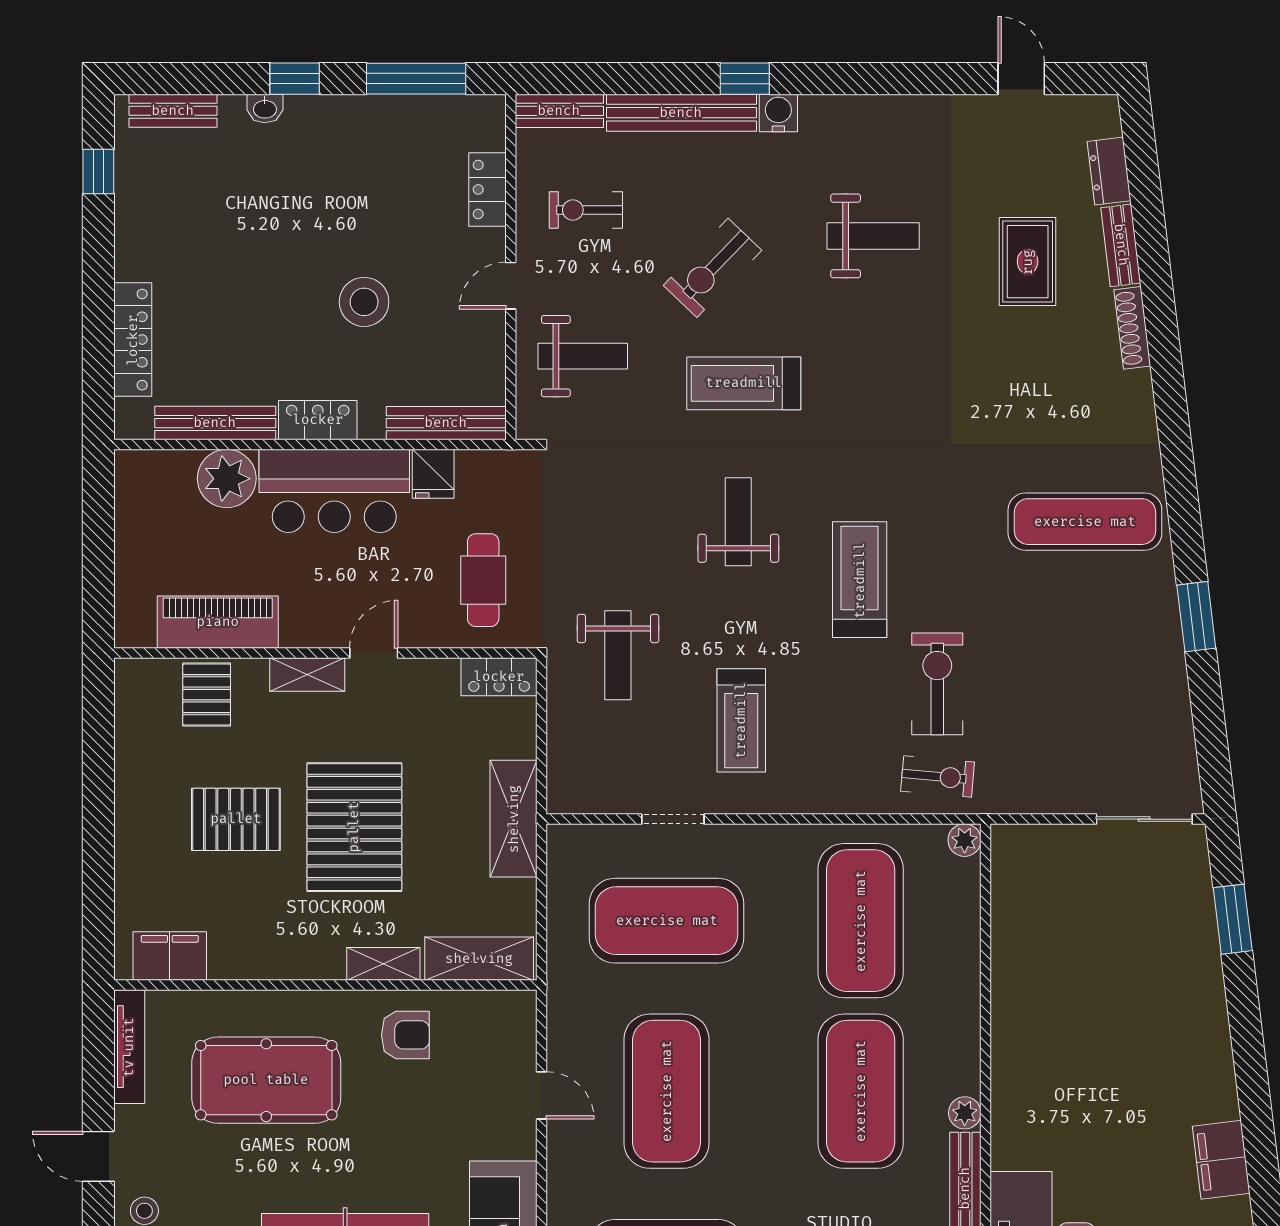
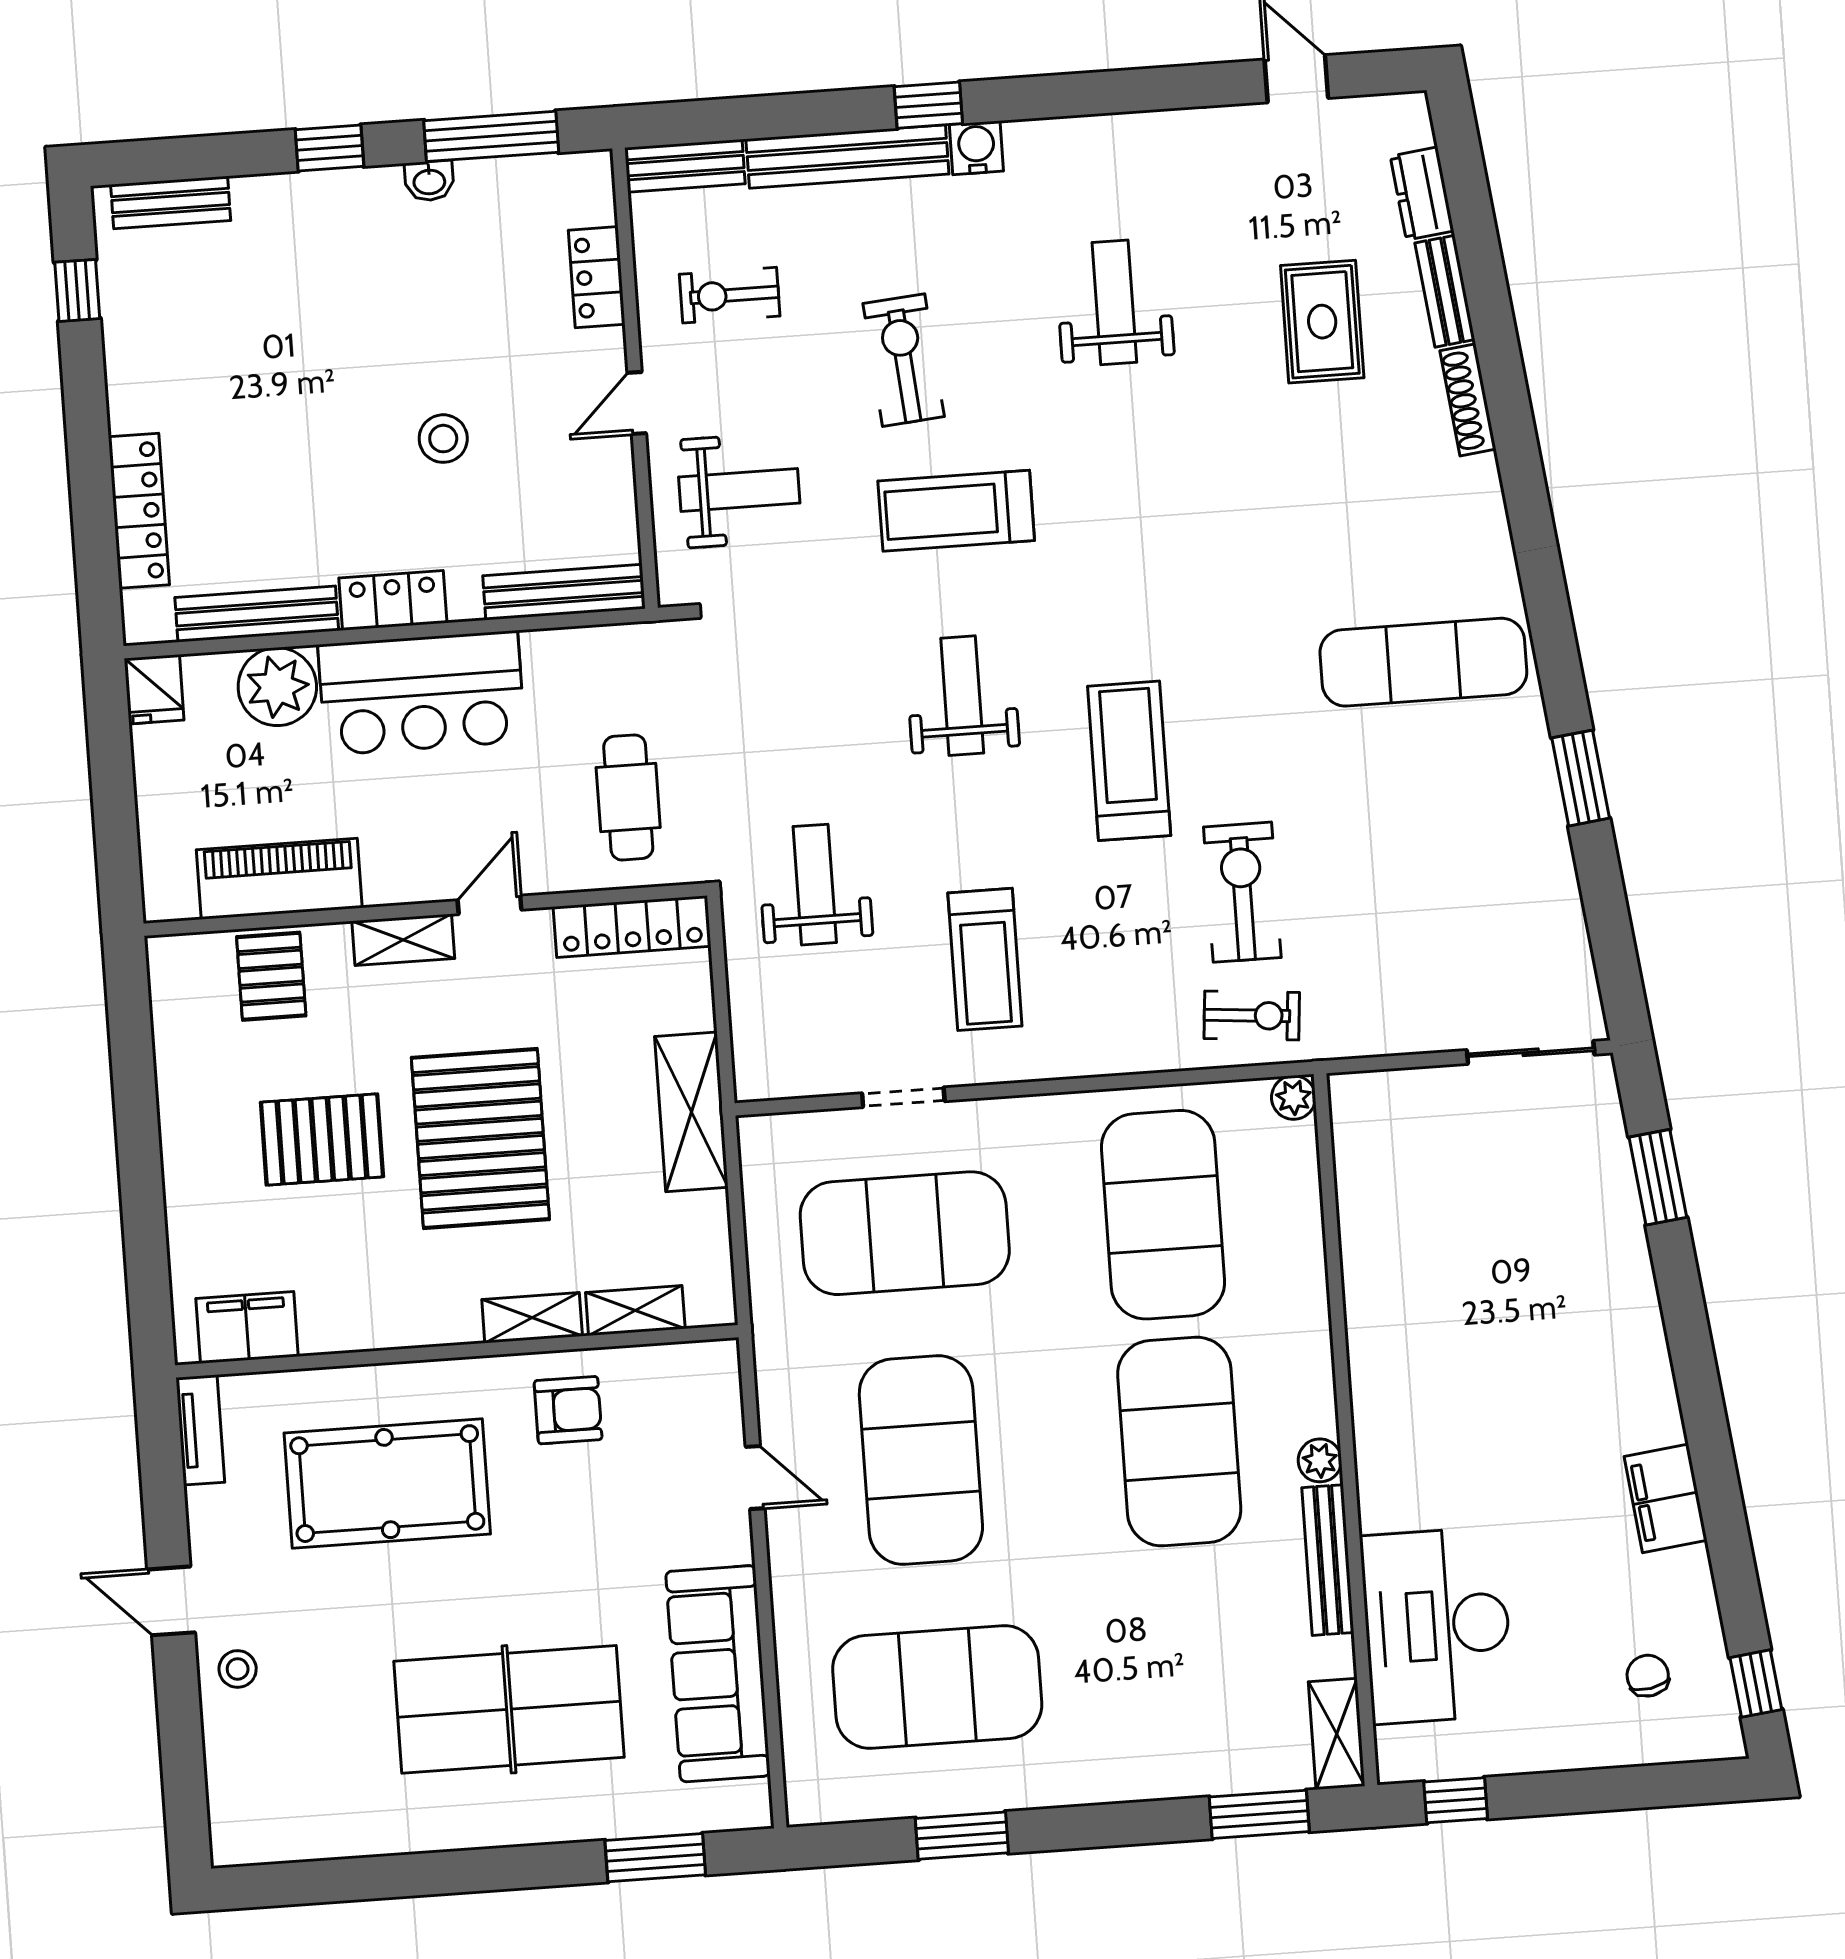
washbasin: (265, 108) -> (429, 181), moved
weight bench: (873, 236) -> (1114, 302), turned -90
exercise bike: (713, 268) -> (904, 360), turned 131
stool: (364, 302) -> (443, 439), width x0.73, depth x0.73
fridge: (433, 474) -> (154, 689), moved
weight bench: (618, 655) -> (815, 885), turned 180
locker: (499, 677) -> (632, 927), width x1.53
shelving: (479, 959) -> (635, 1311), width x0.67, depth x0.75
tv unit: (129, 1047) -> (200, 1430), width x0.71

